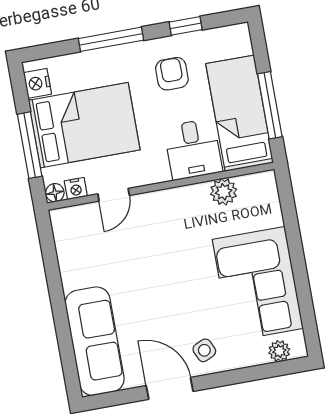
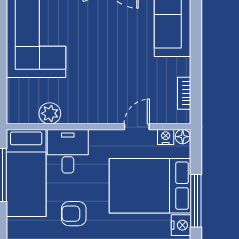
armchair: (172, 74) -> (74, 214), turned 90
window: (30, 145) -> (196, 201), moved
bookcase: (63, 246) -> (184, 93), added

